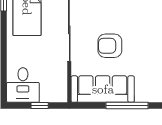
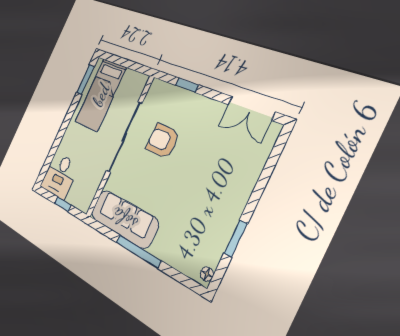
armchair: (110, 46) -> (163, 141), moved

